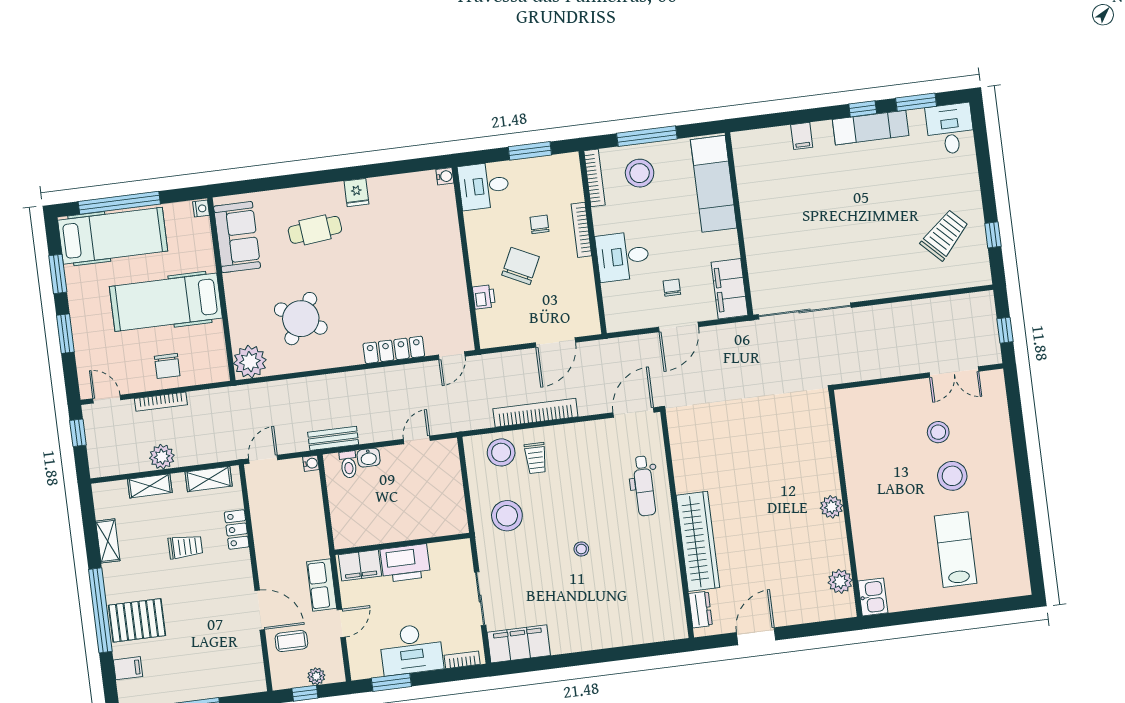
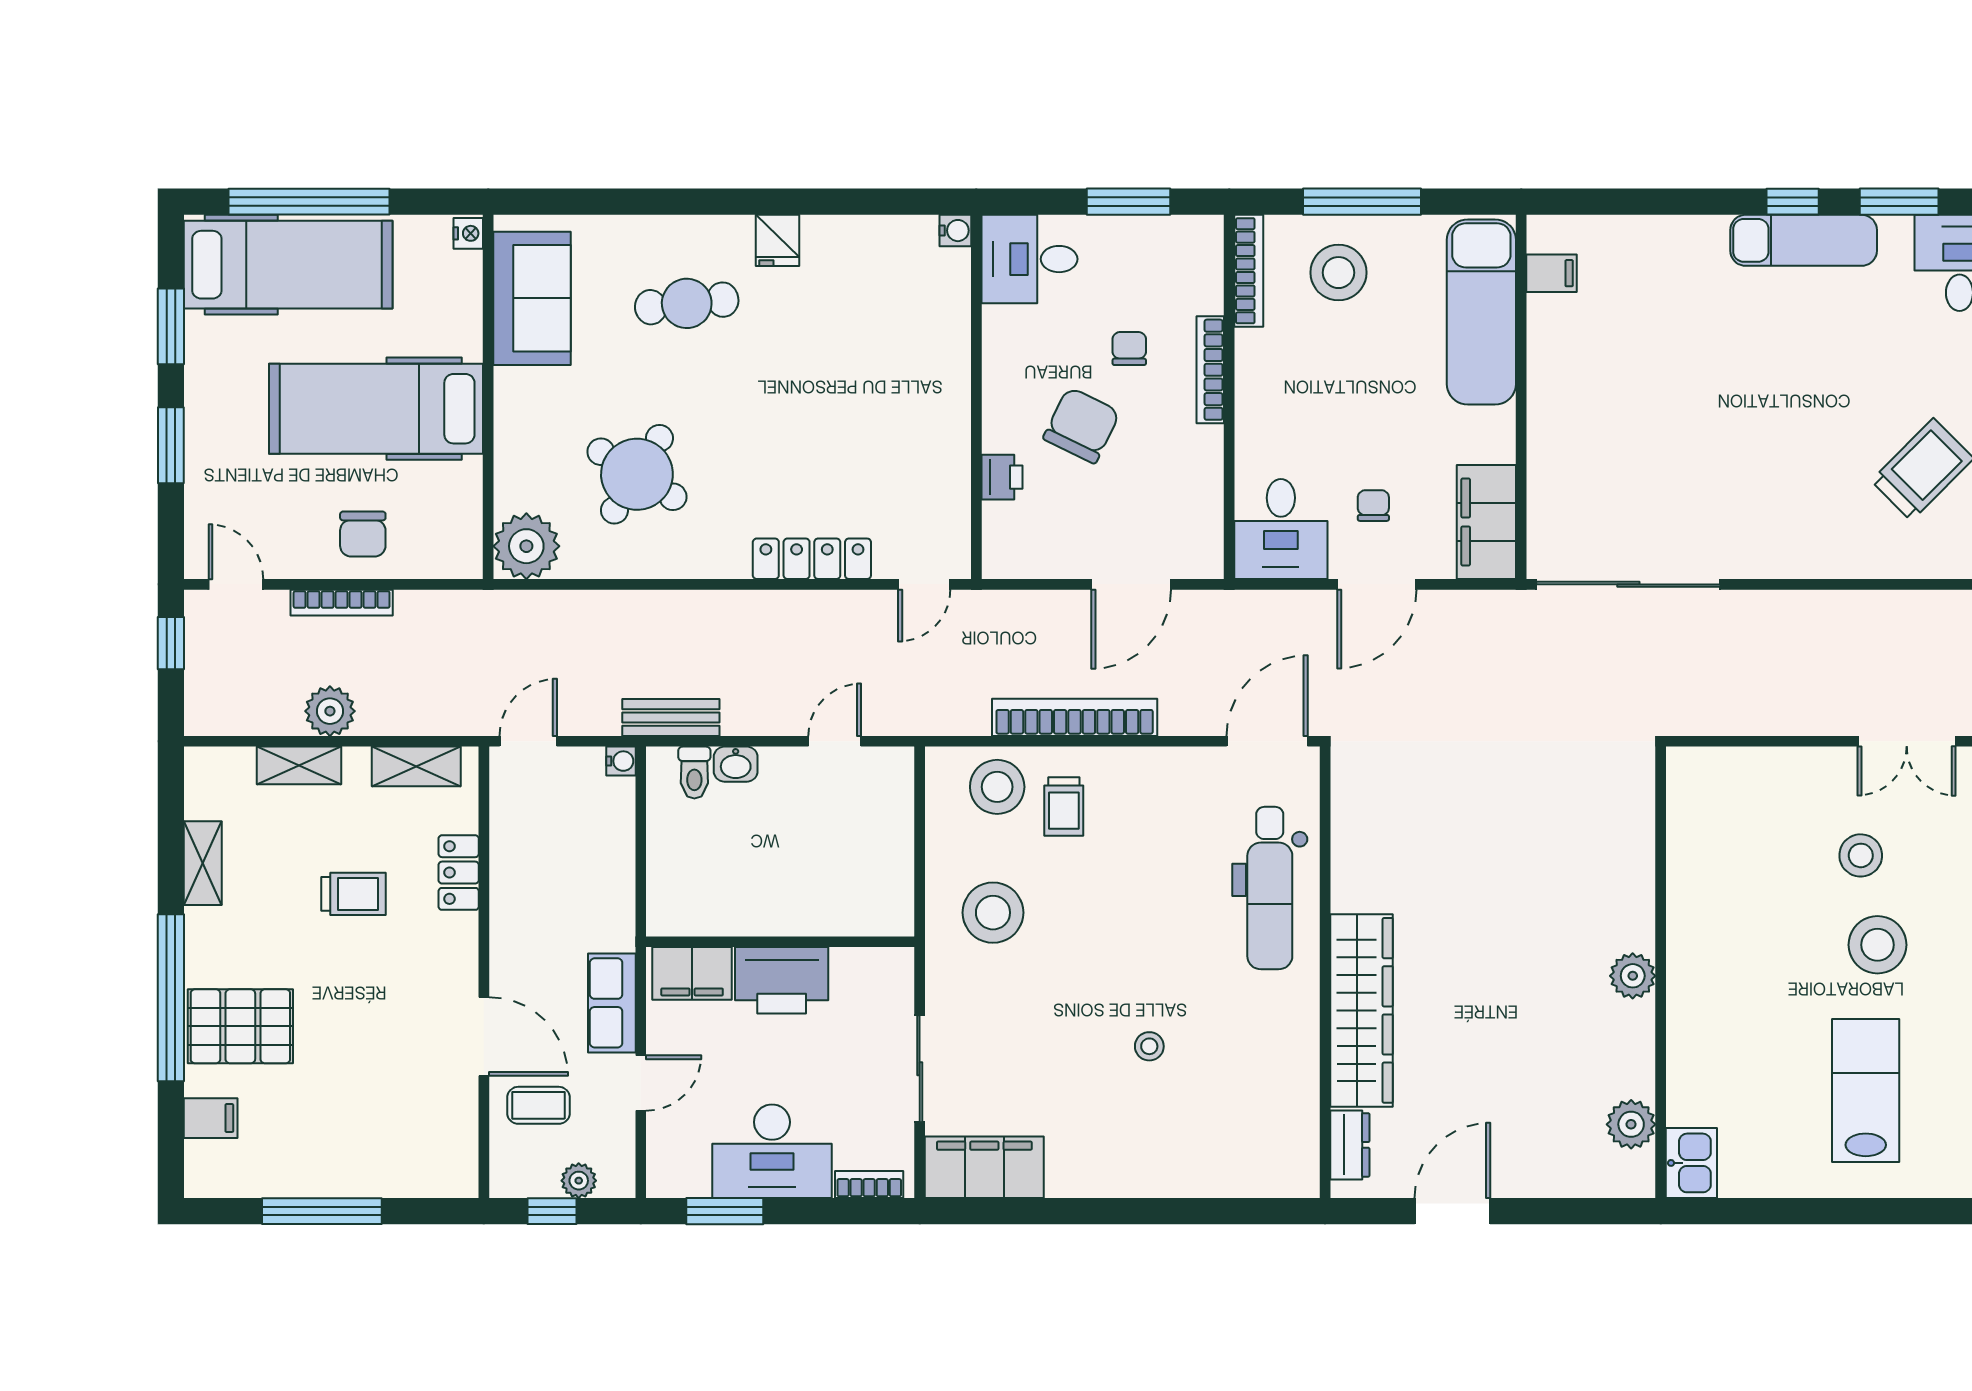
filing cabinet: (802, 136) -> (1552, 273), moved, turned -90
desk: (623, 256) -> (1281, 529), moved, turned -90
dental chair: (644, 486) -> (1270, 888), width x1.36, depth x1.38
stool: (581, 549) -> (1149, 1046), moved

